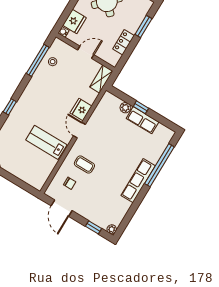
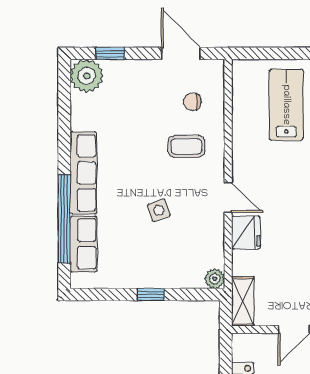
plant: (125, 108) -> (215, 279), moved
row of seats: (143, 120) -> (84, 244), moved, turned 90
lab bench: (46, 142) -> (286, 105), moved, turned -90
side table: (114, 143) -> (159, 210), added
plant: (112, 229) -> (87, 76), width x1.88, depth x1.88

